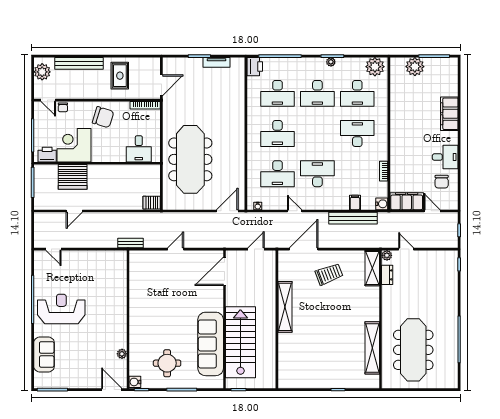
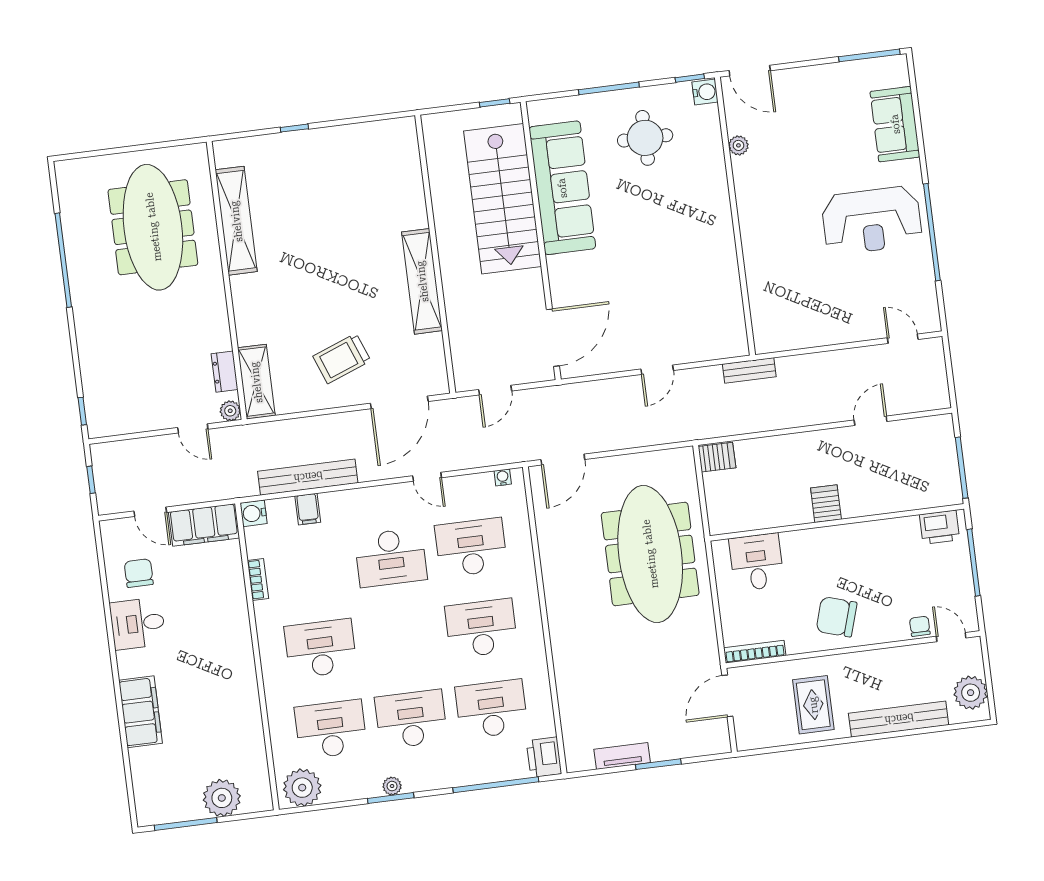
desk: (357, 134) -> (321, 649), turned 180
corner desk: (74, 145) -> (888, 553), removed
server rack: (73, 177) -> (826, 504), moved, width x0.46, depth x0.70

